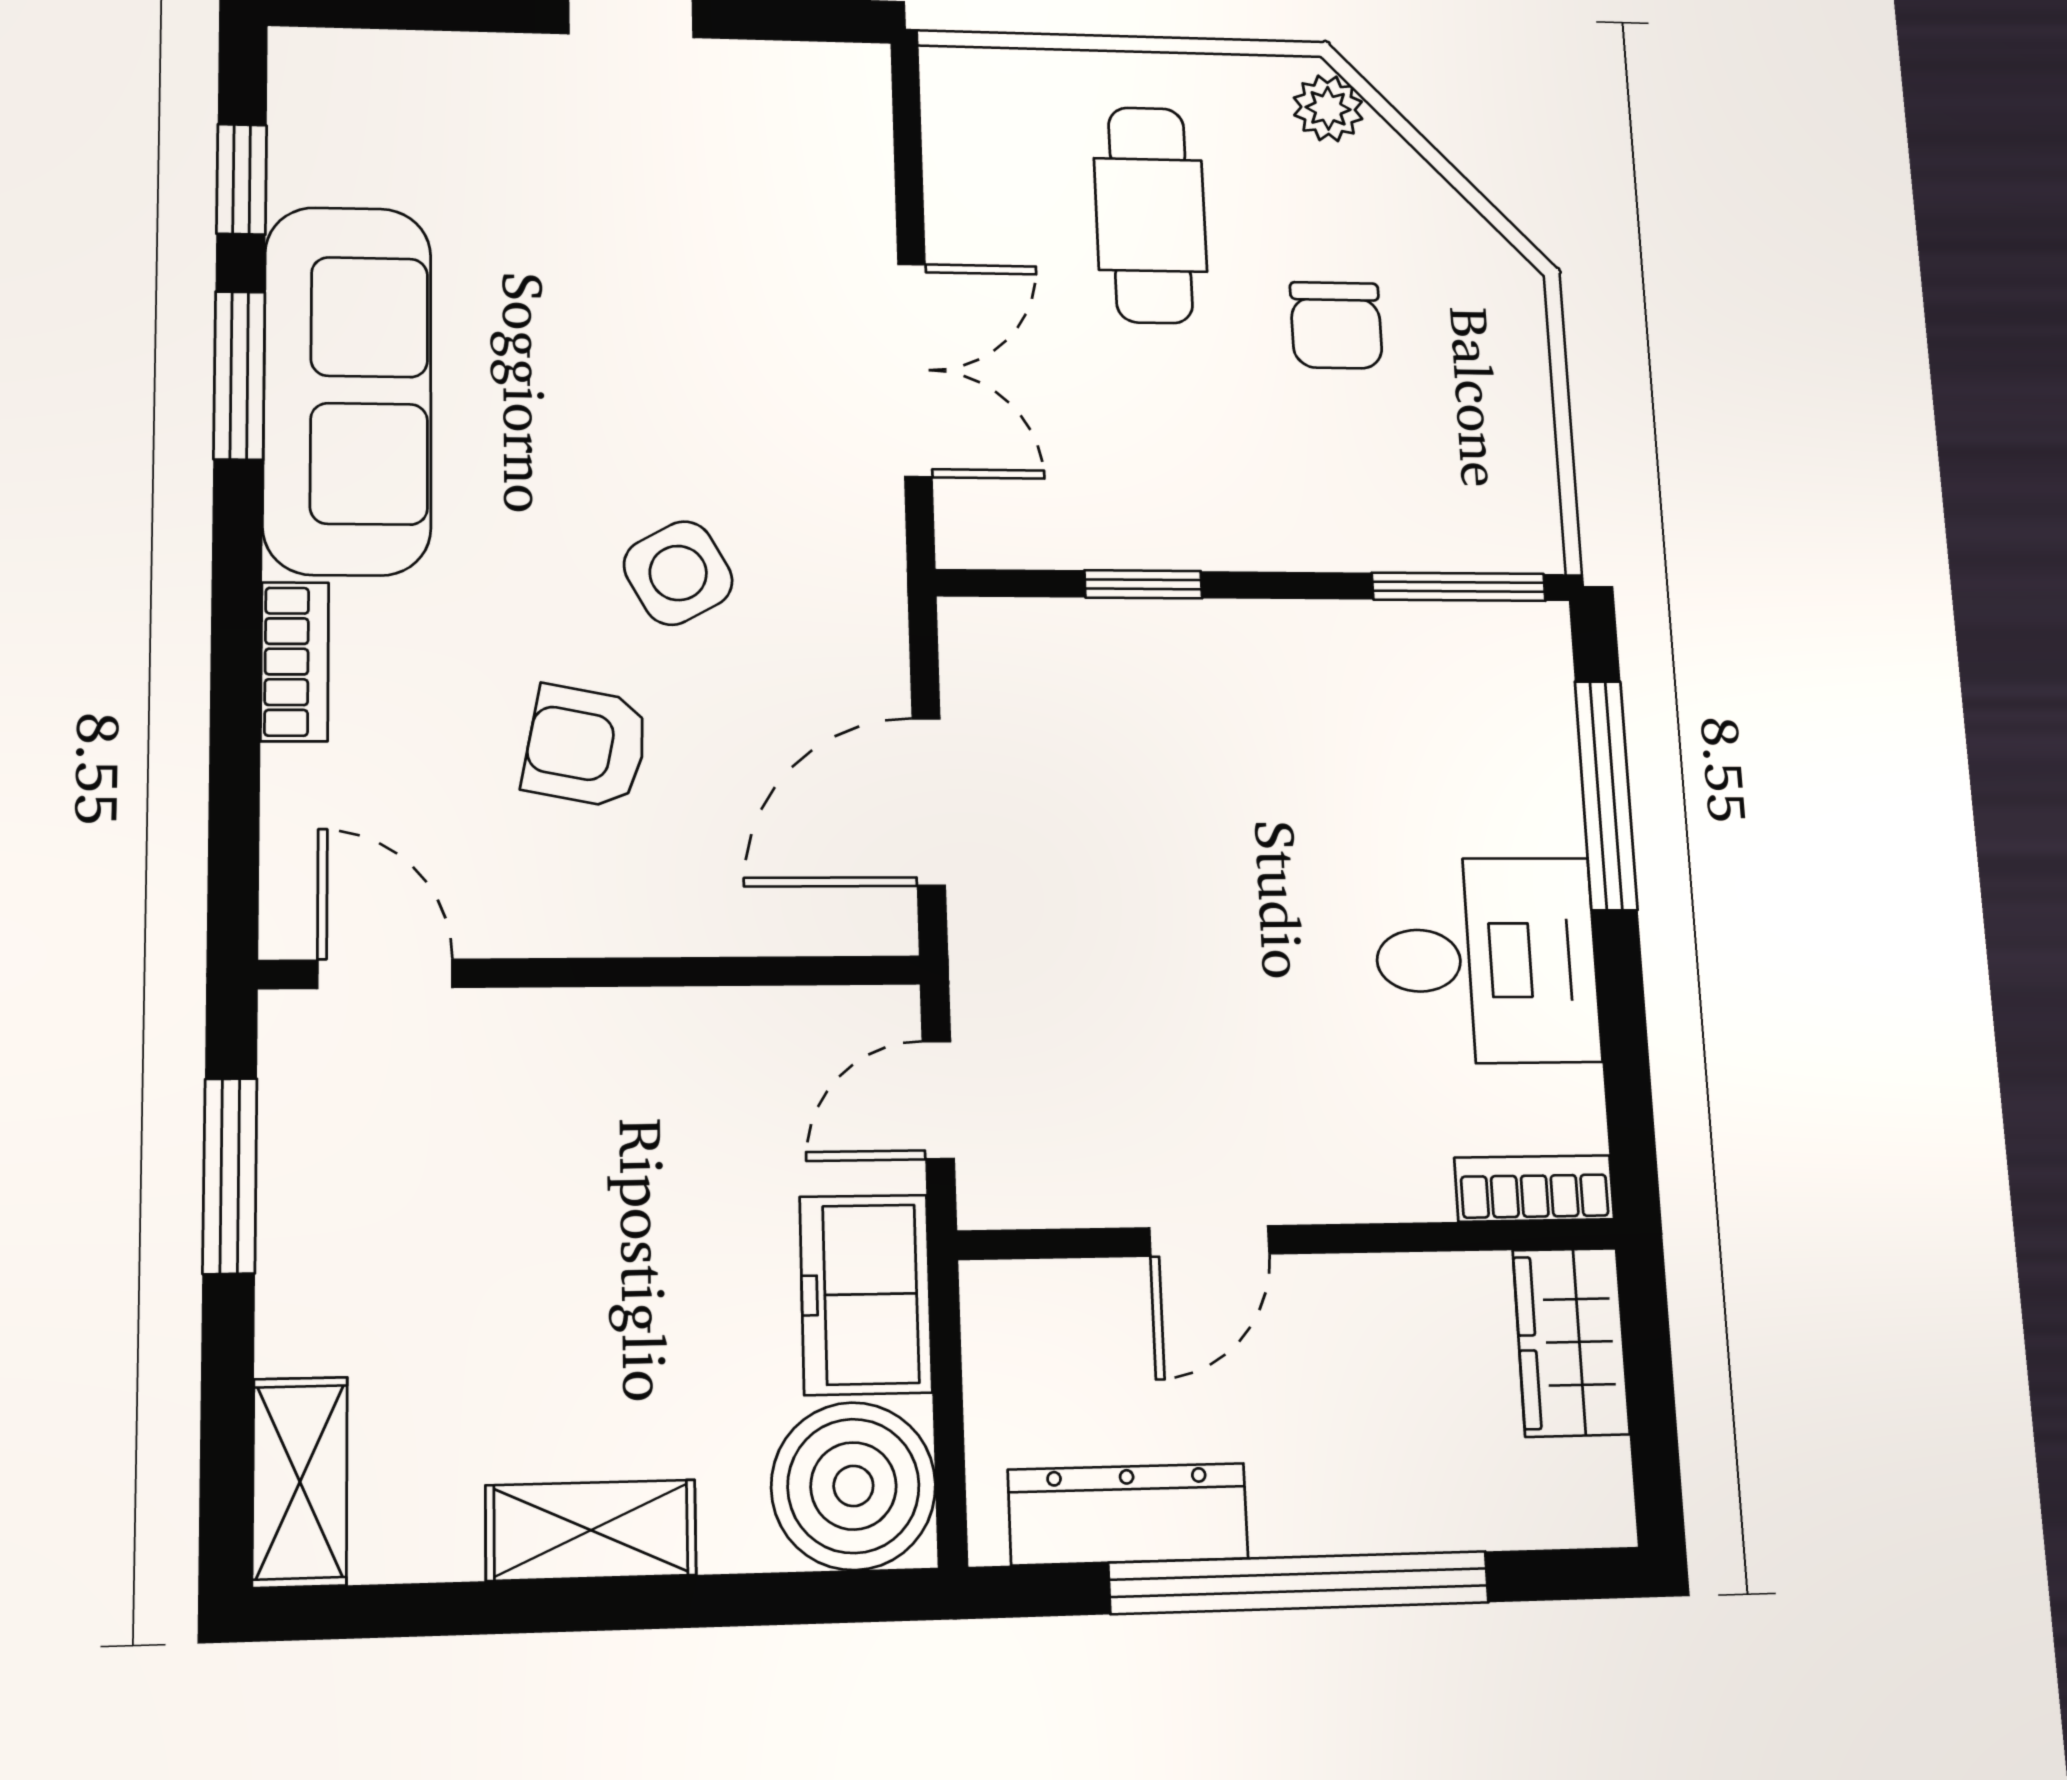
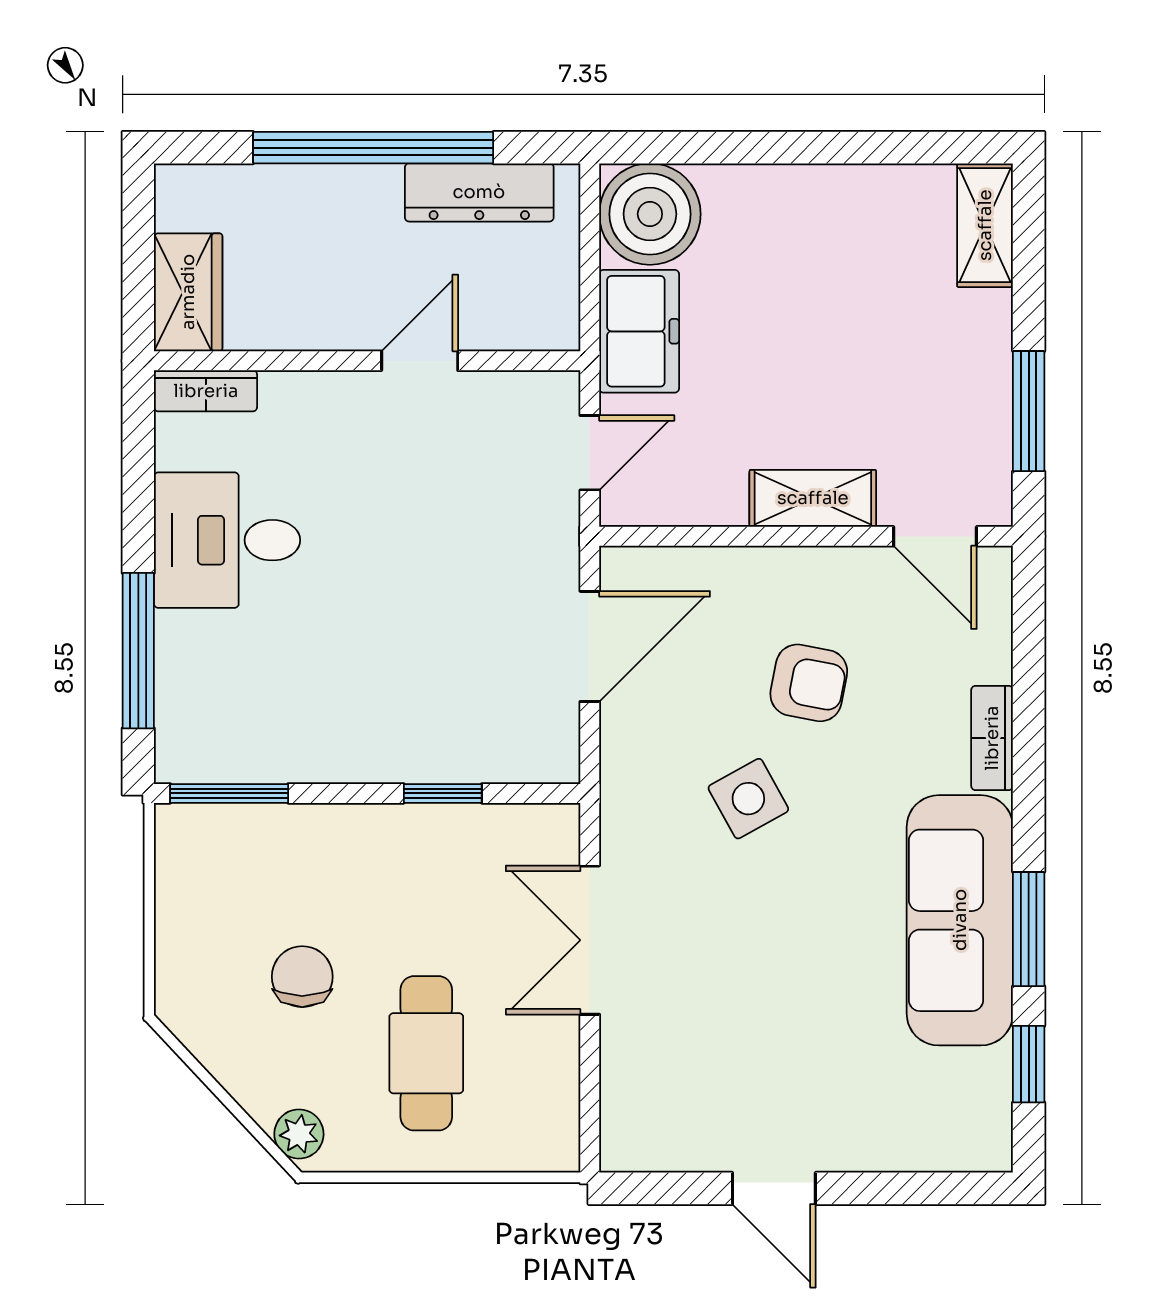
shelving: (591, 1530) -> (813, 498), moved

